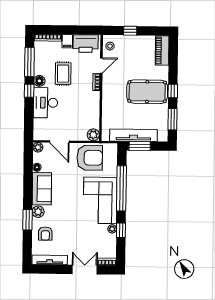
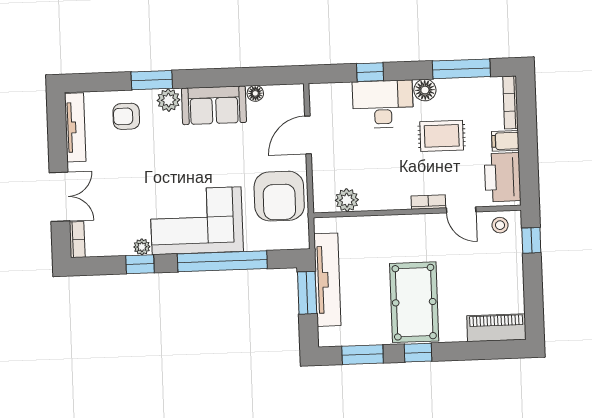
window: (130, 31) -> (531, 240), moved
window: (29, 91) -> (370, 72), moved
plant: (93, 135) -> (347, 200), moved
plant: (38, 147) -> (295, 93), removed

